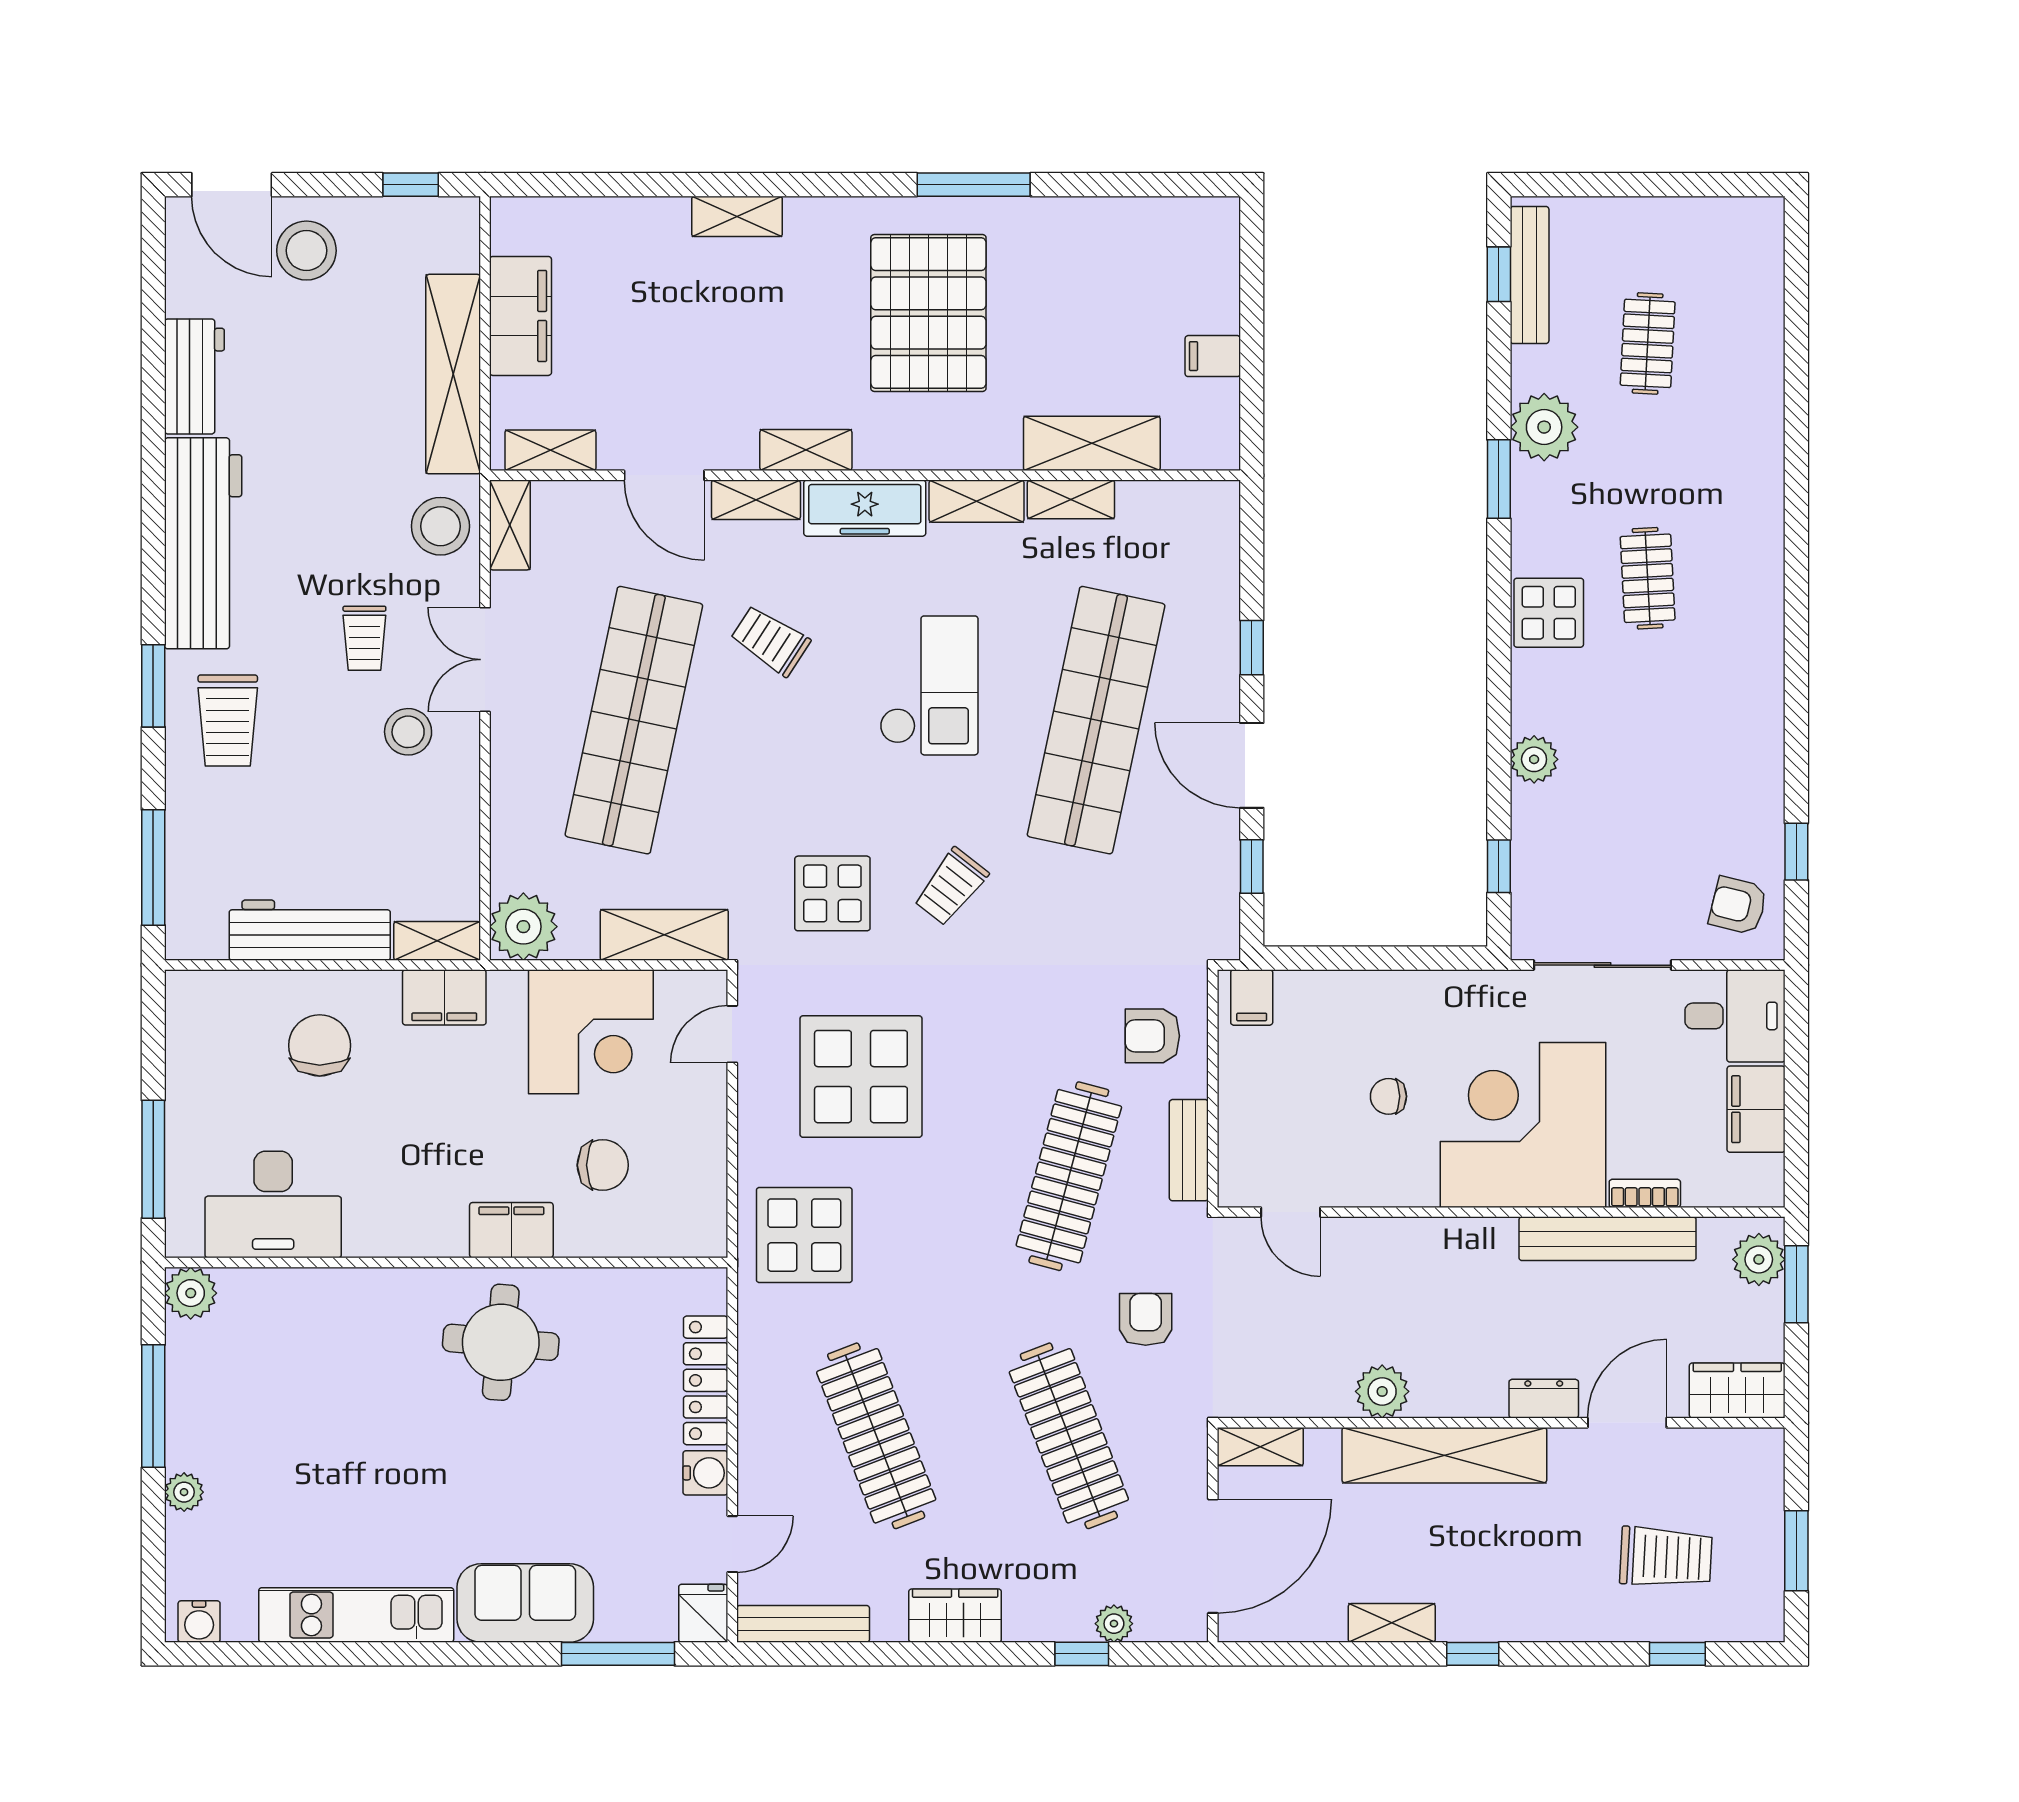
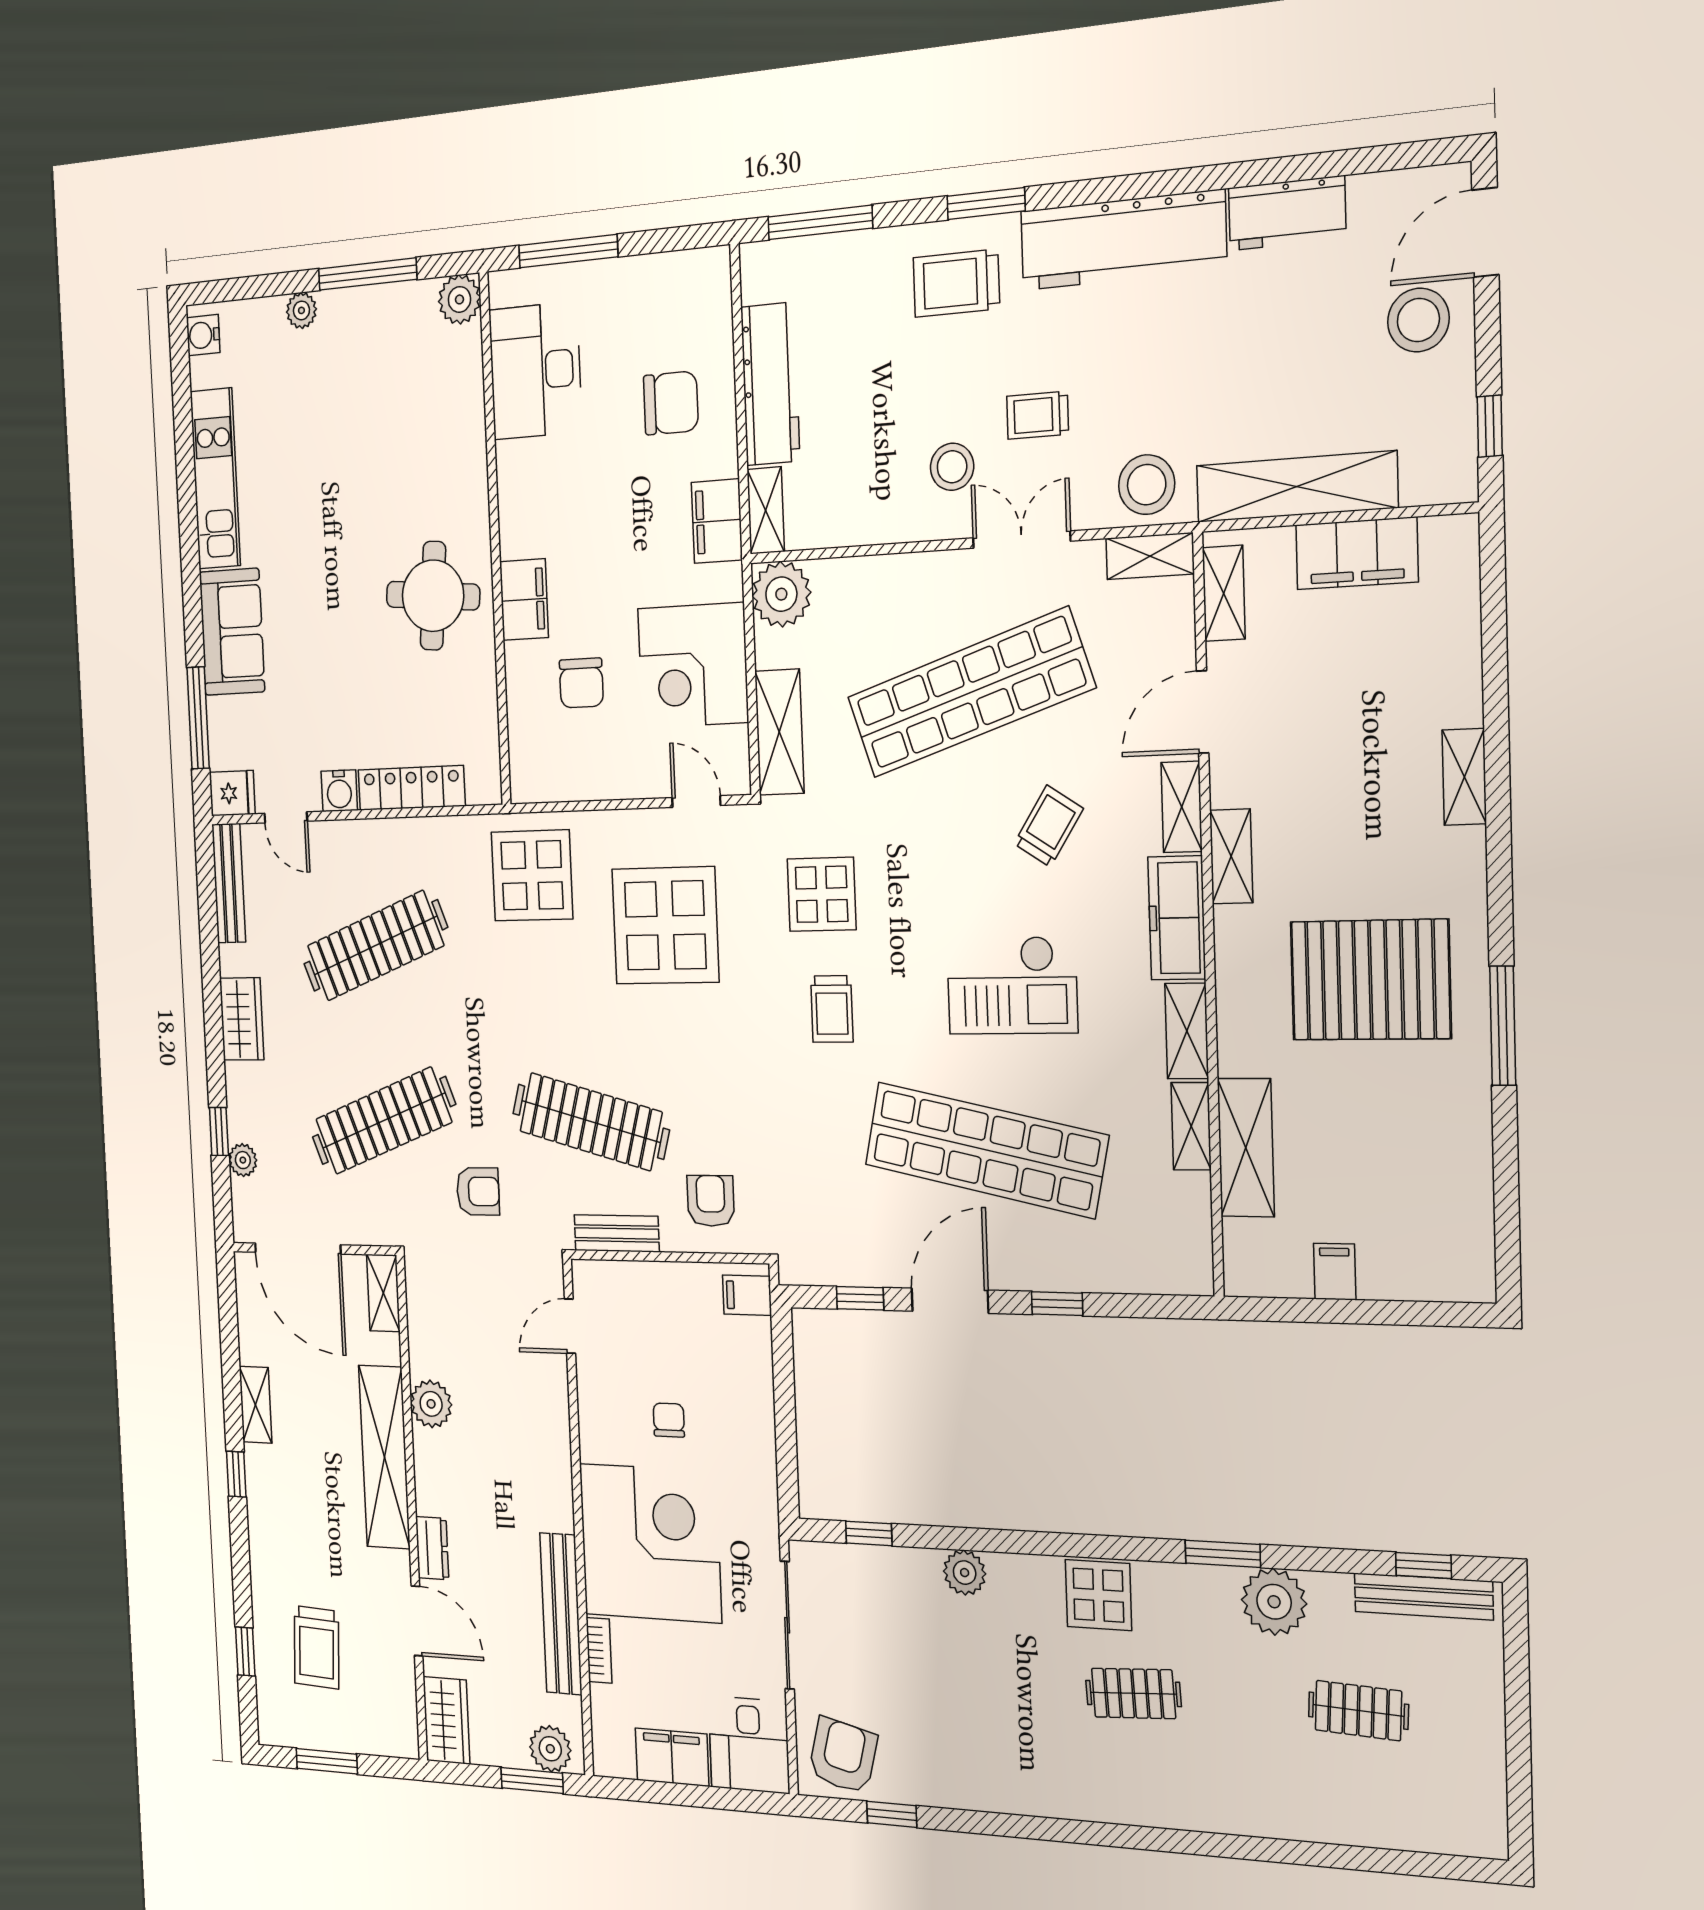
shop shelf: (634, 720) -> (970, 693), turned -30
trolley: (951, 887) -> (832, 1009), turned -128
armchair: (1738, 906) -> (843, 1756), width x1.38, depth x1.38

